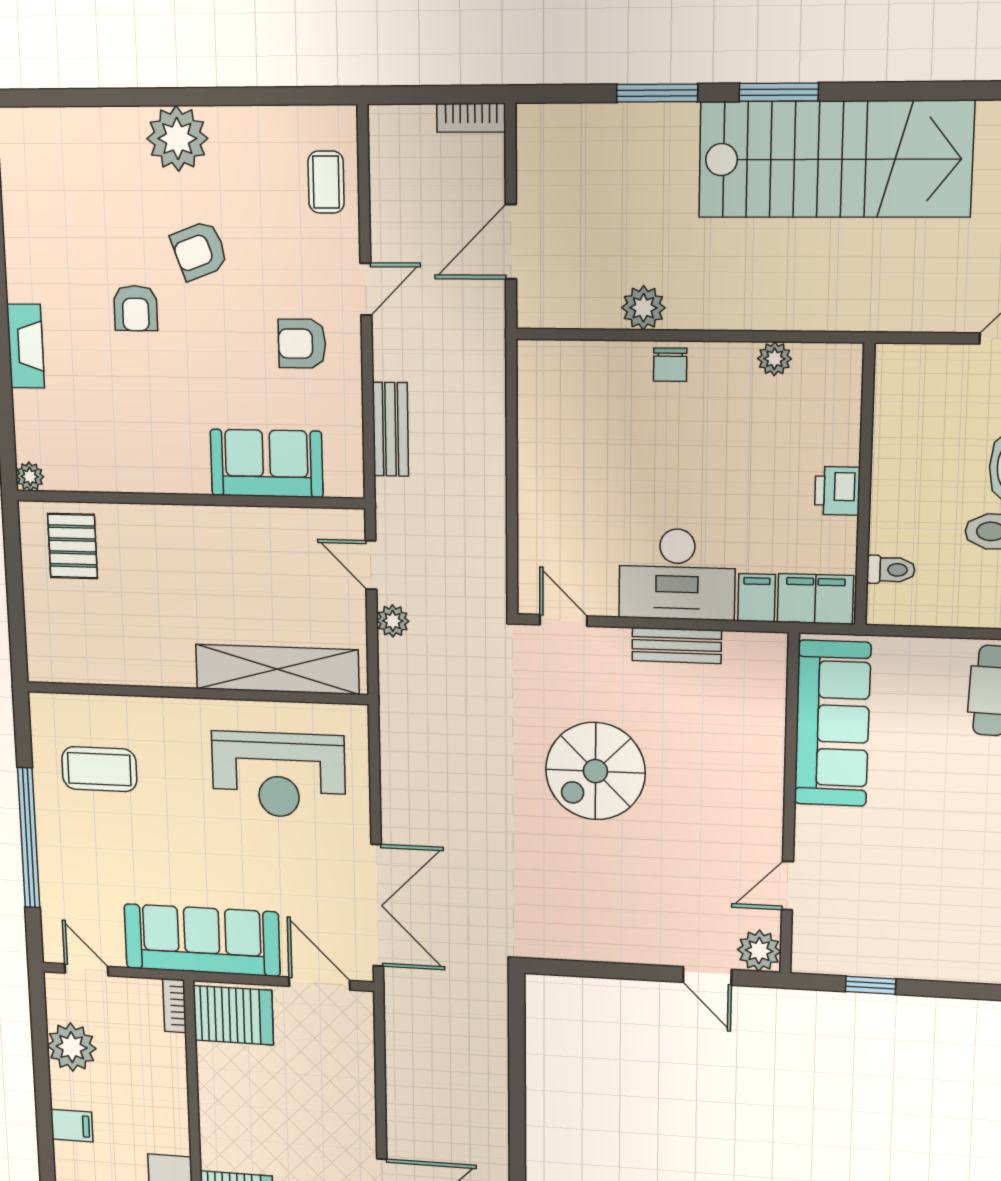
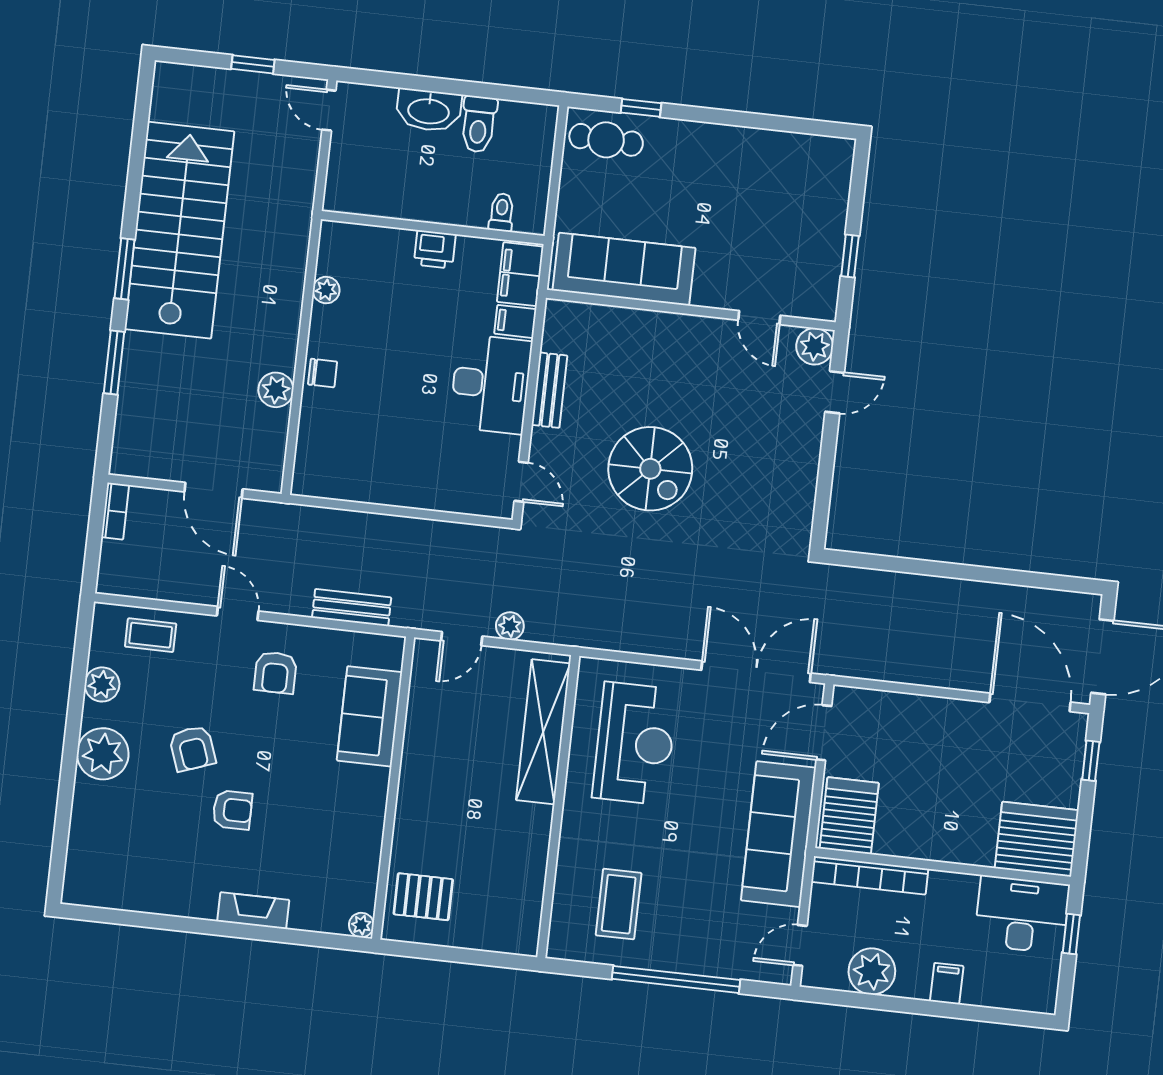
plant: (259, 127) -> (102, 684), added
door: (563, 620) -> (521, 482), swing flipped
bookcase: (175, 1006) -> (870, 875), width x2.31, depth x1.31

